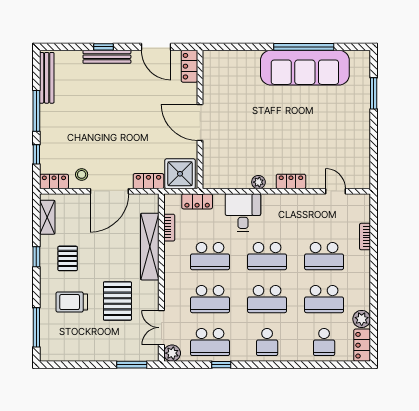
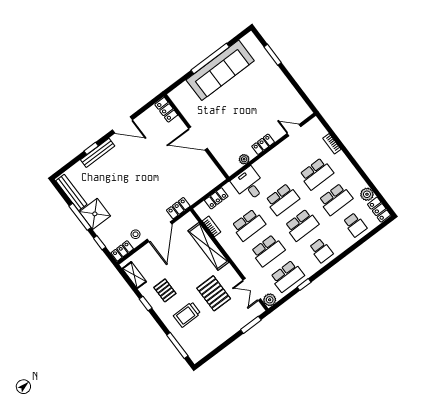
locker: (190, 66) -> (166, 110), moved
wall: (200, 119) -> (197, 137), moved
door: (200, 122) -> (198, 138), moved
shower: (180, 174) -> (95, 214), moved

